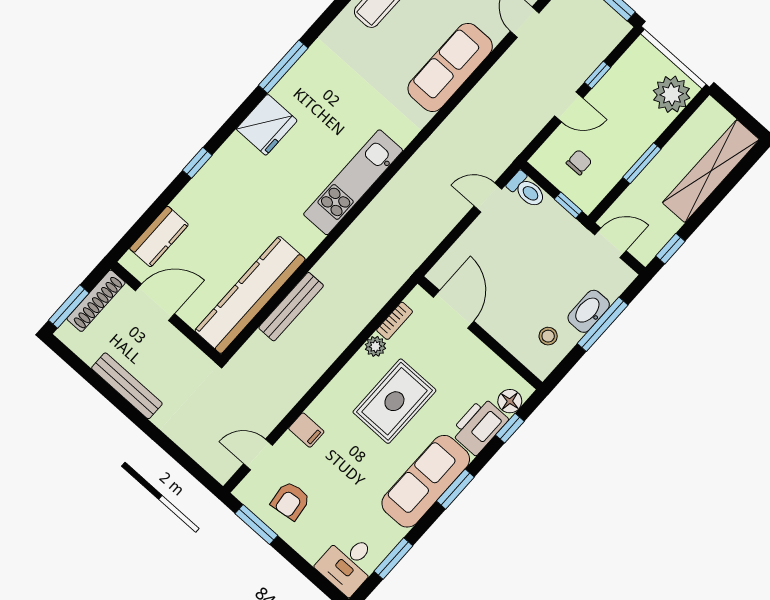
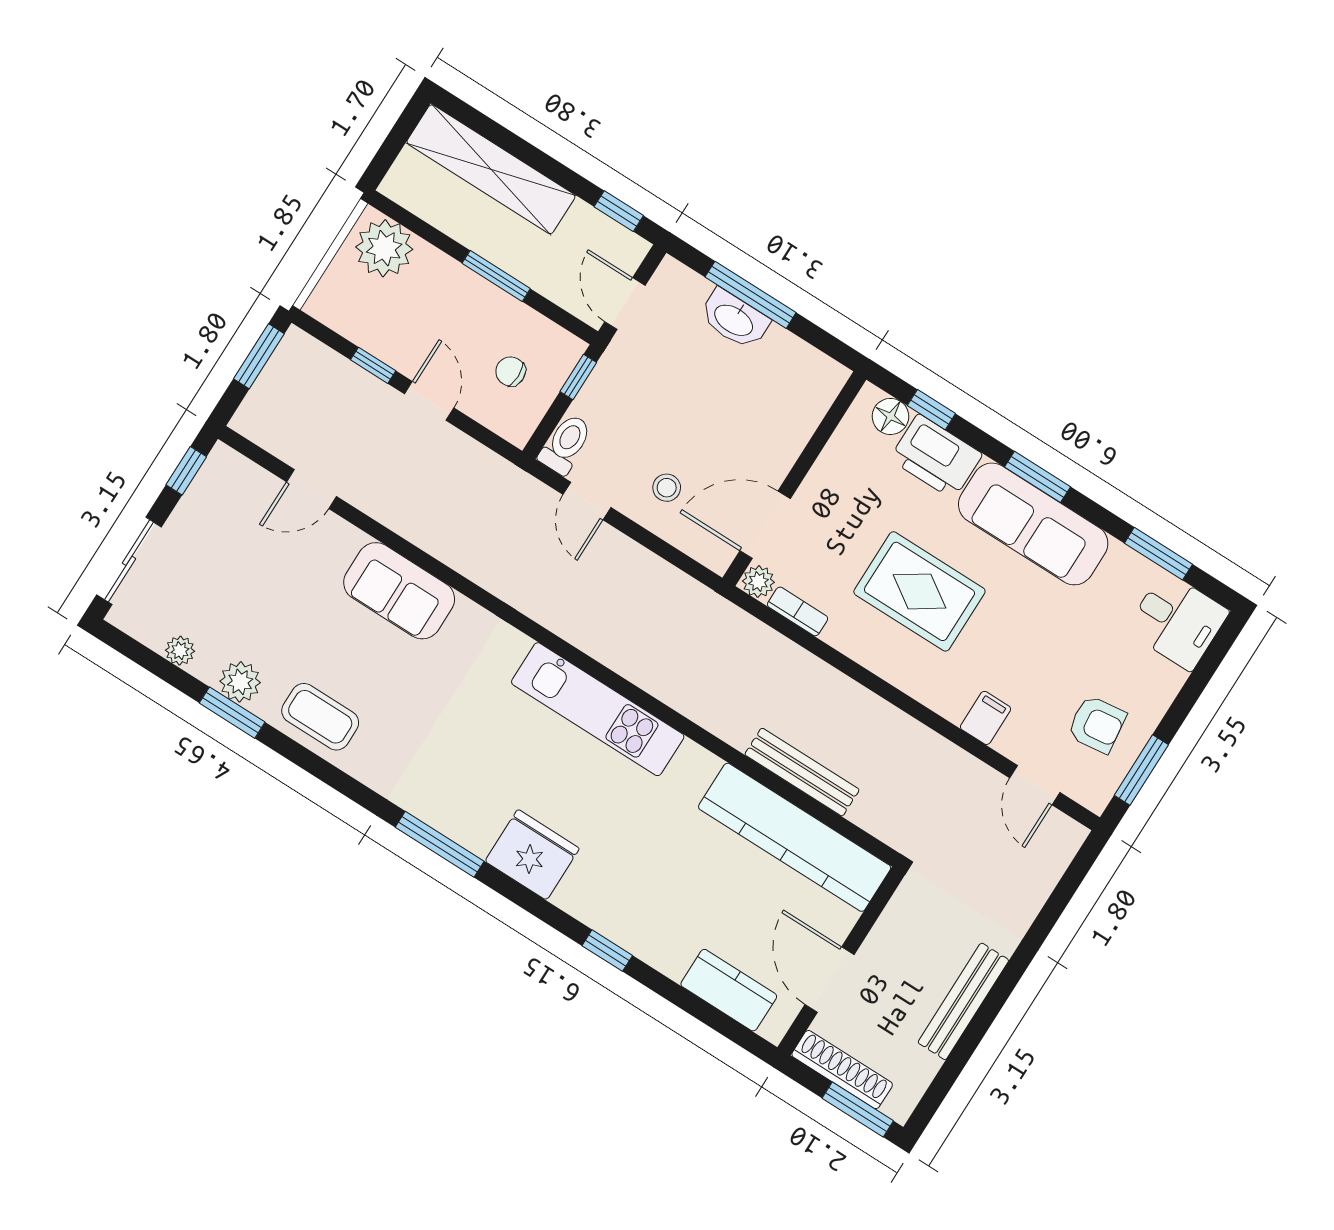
sofa: (450, 67) -> (399, 591), width x0.73
stool: (548, 336) -> (667, 488), moved
plant: (375, 346) -> (758, 582), moved

